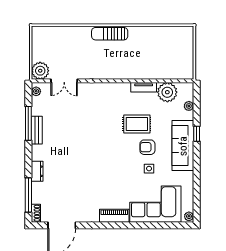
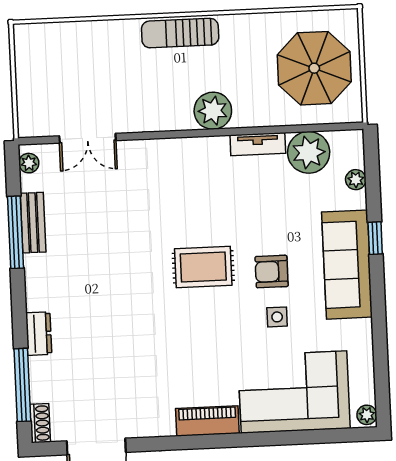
parasol: (172, 53) -> (314, 68), added
plant: (40, 71) -> (213, 111), moved
rug: (137, 124) -> (203, 267), moved
bench: (37, 130) -> (33, 223), moved

